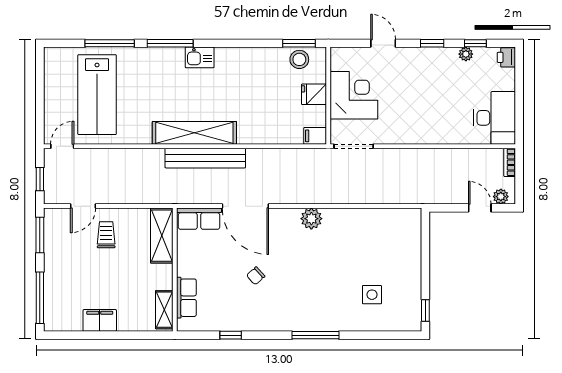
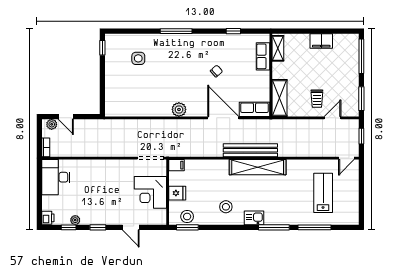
stool: (242, 74) -> (226, 207), added
lab bench: (97, 95) -> (323, 193), width x0.73, depth x0.72

